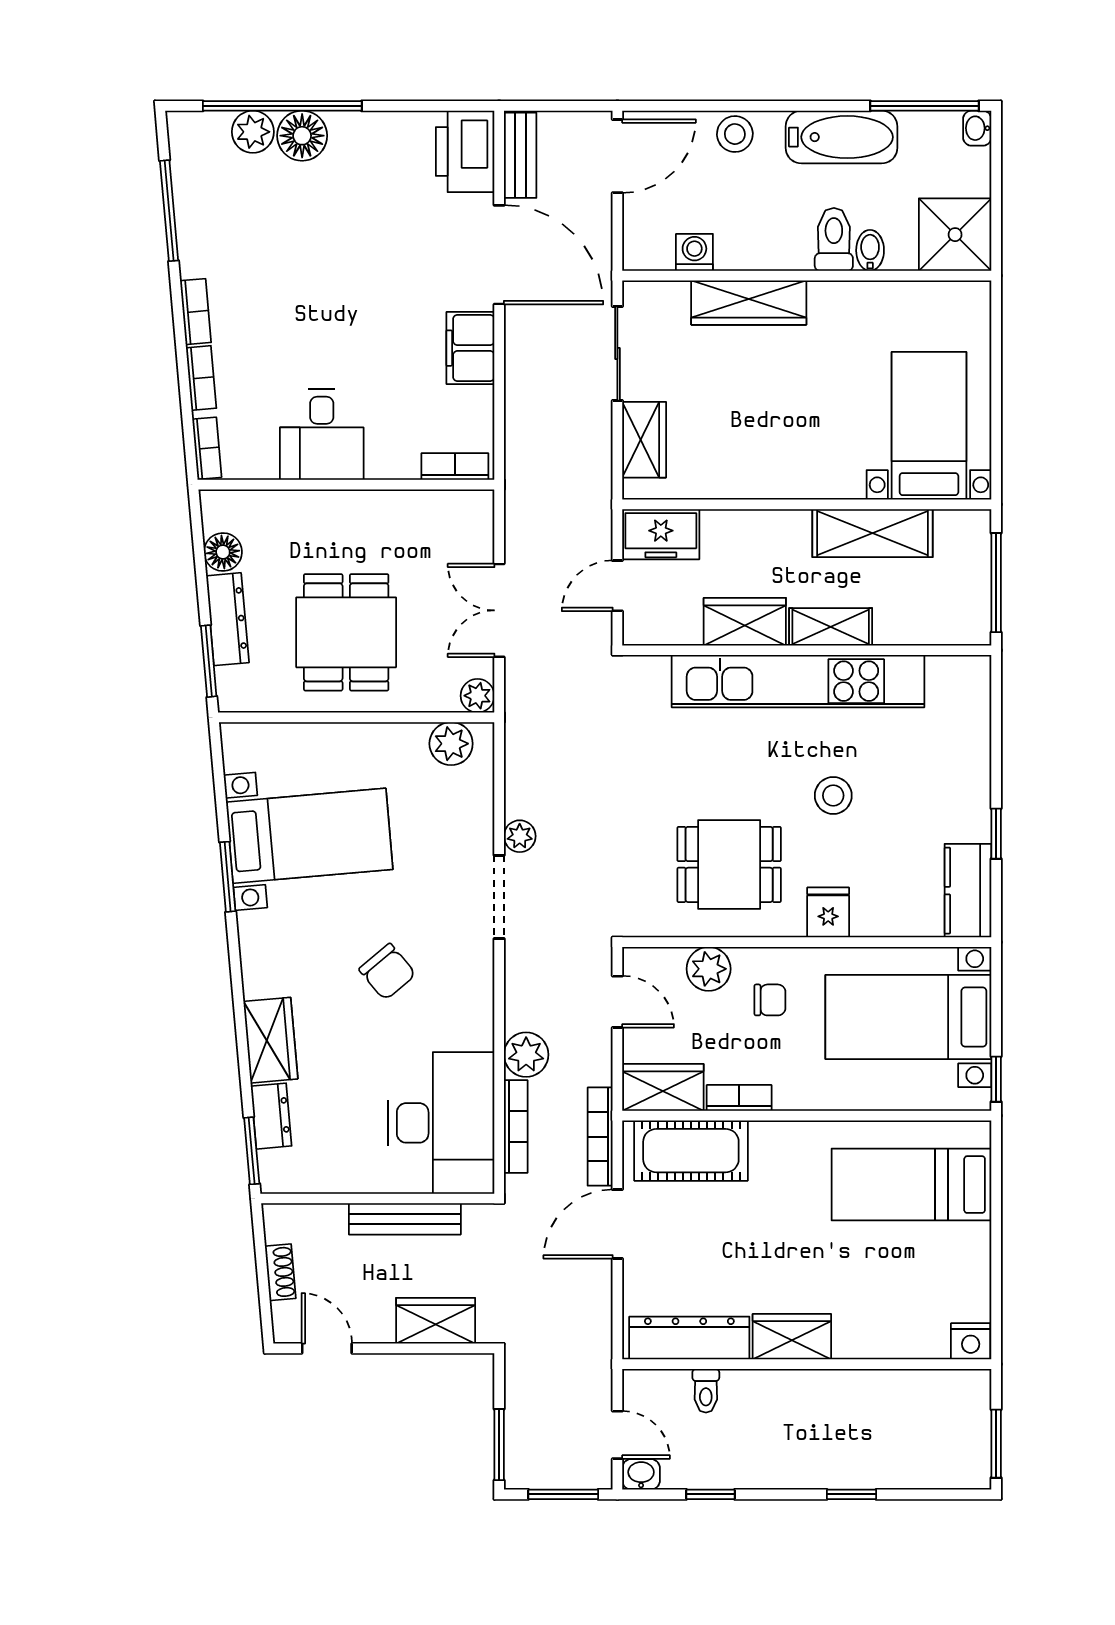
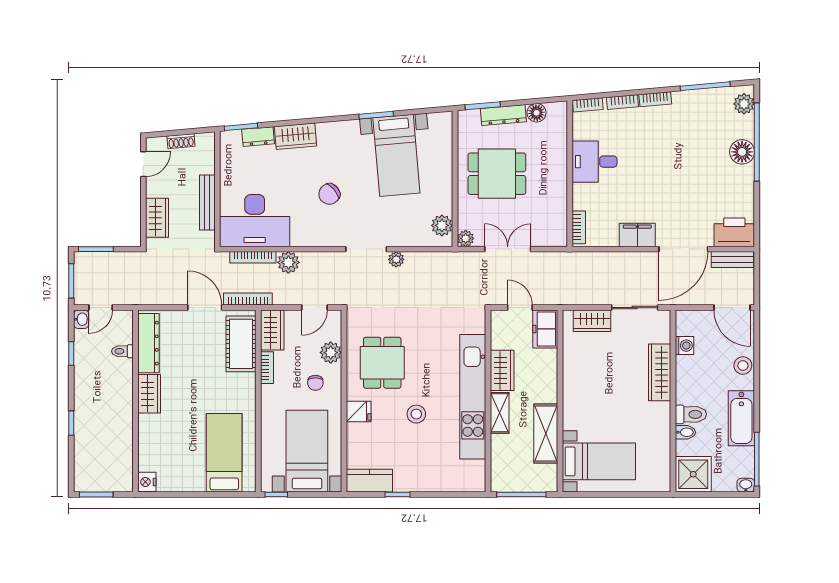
plant: (253, 132) -> (744, 104), moved

